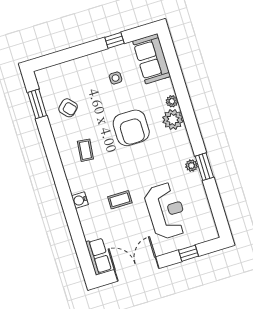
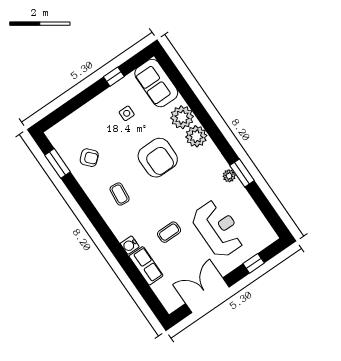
plant: (172, 101) -> (182, 117), width x1.87, depth x1.87
row of seats: (99, 256) -> (146, 266), moved

